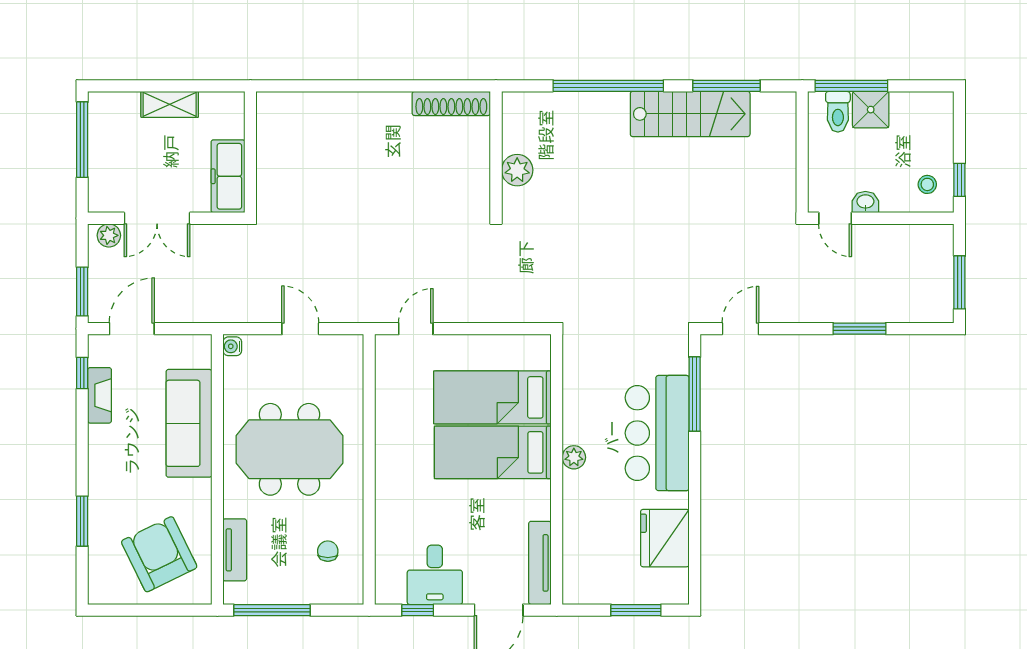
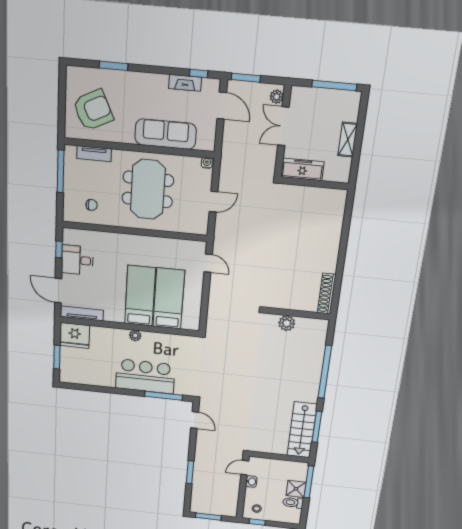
toilet: (838, 112) -> (293, 503), moved
stairs: (690, 114) -> (302, 430), moved
fridge: (665, 538) -> (75, 335), moved, turned 180

